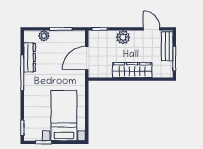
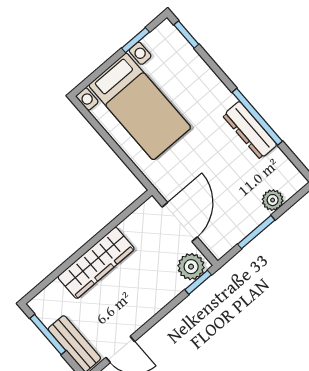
plant: (123, 37) -> (191, 267), moved
dresser: (30, 57) -> (250, 130), moved

